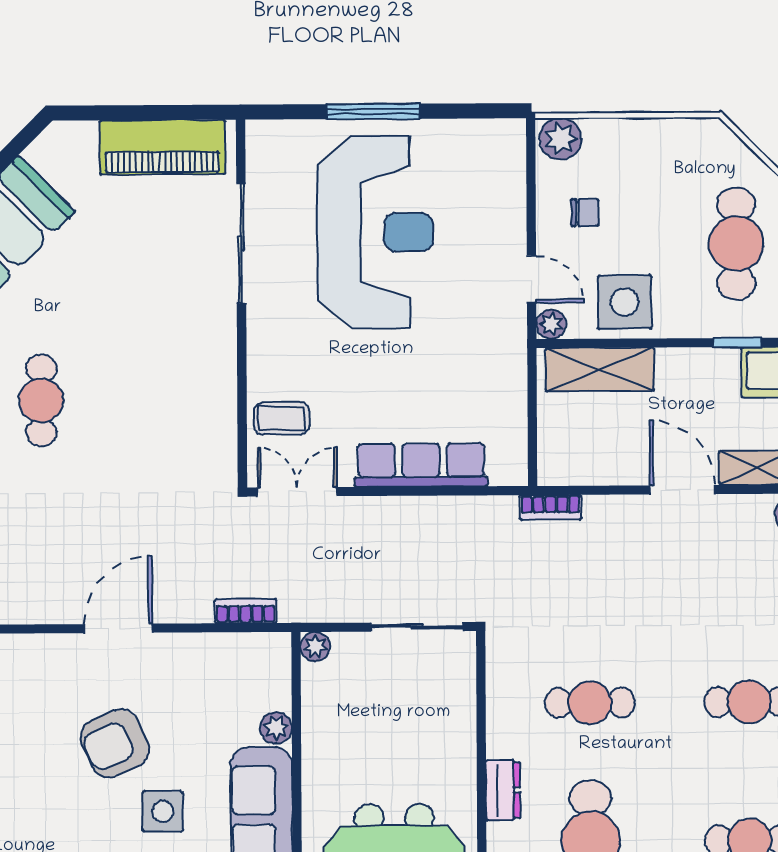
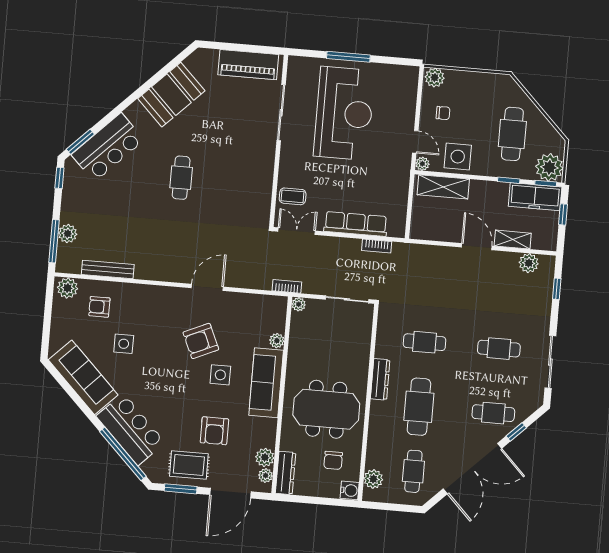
bookcase: (550, 507) -> (377, 246), moved
bookcase: (246, 611) -> (287, 286), moved
dresser: (503, 790) -> (380, 379), width x1.44

